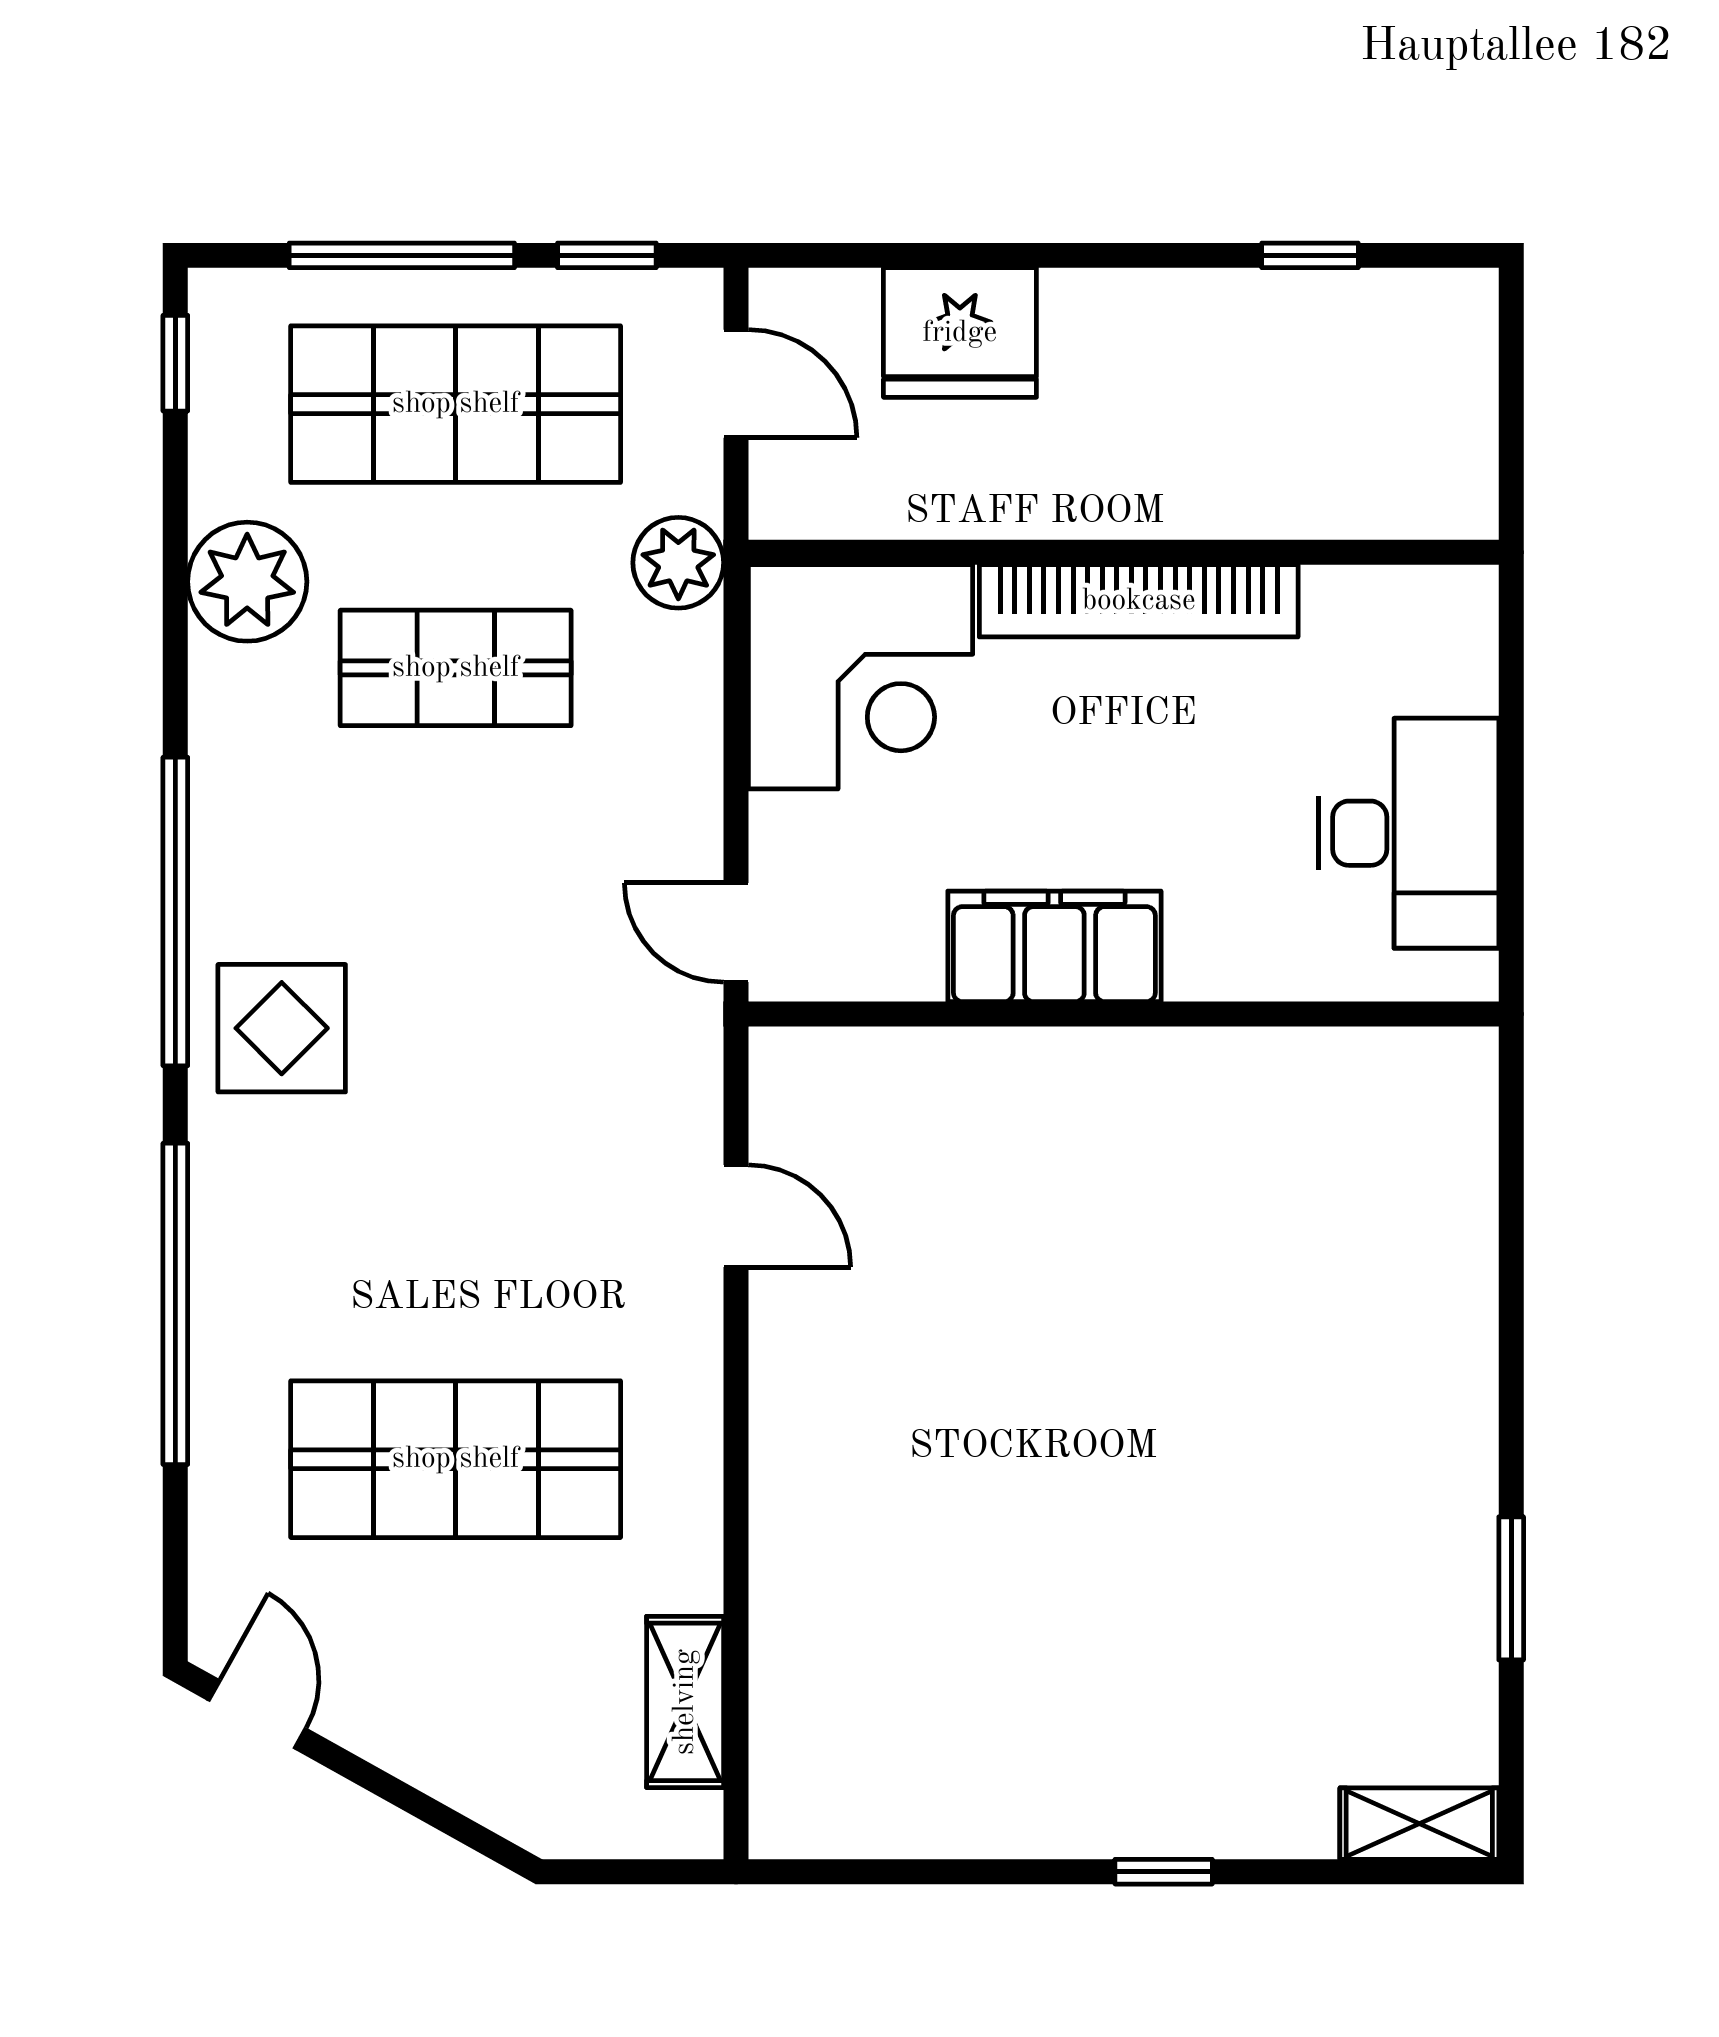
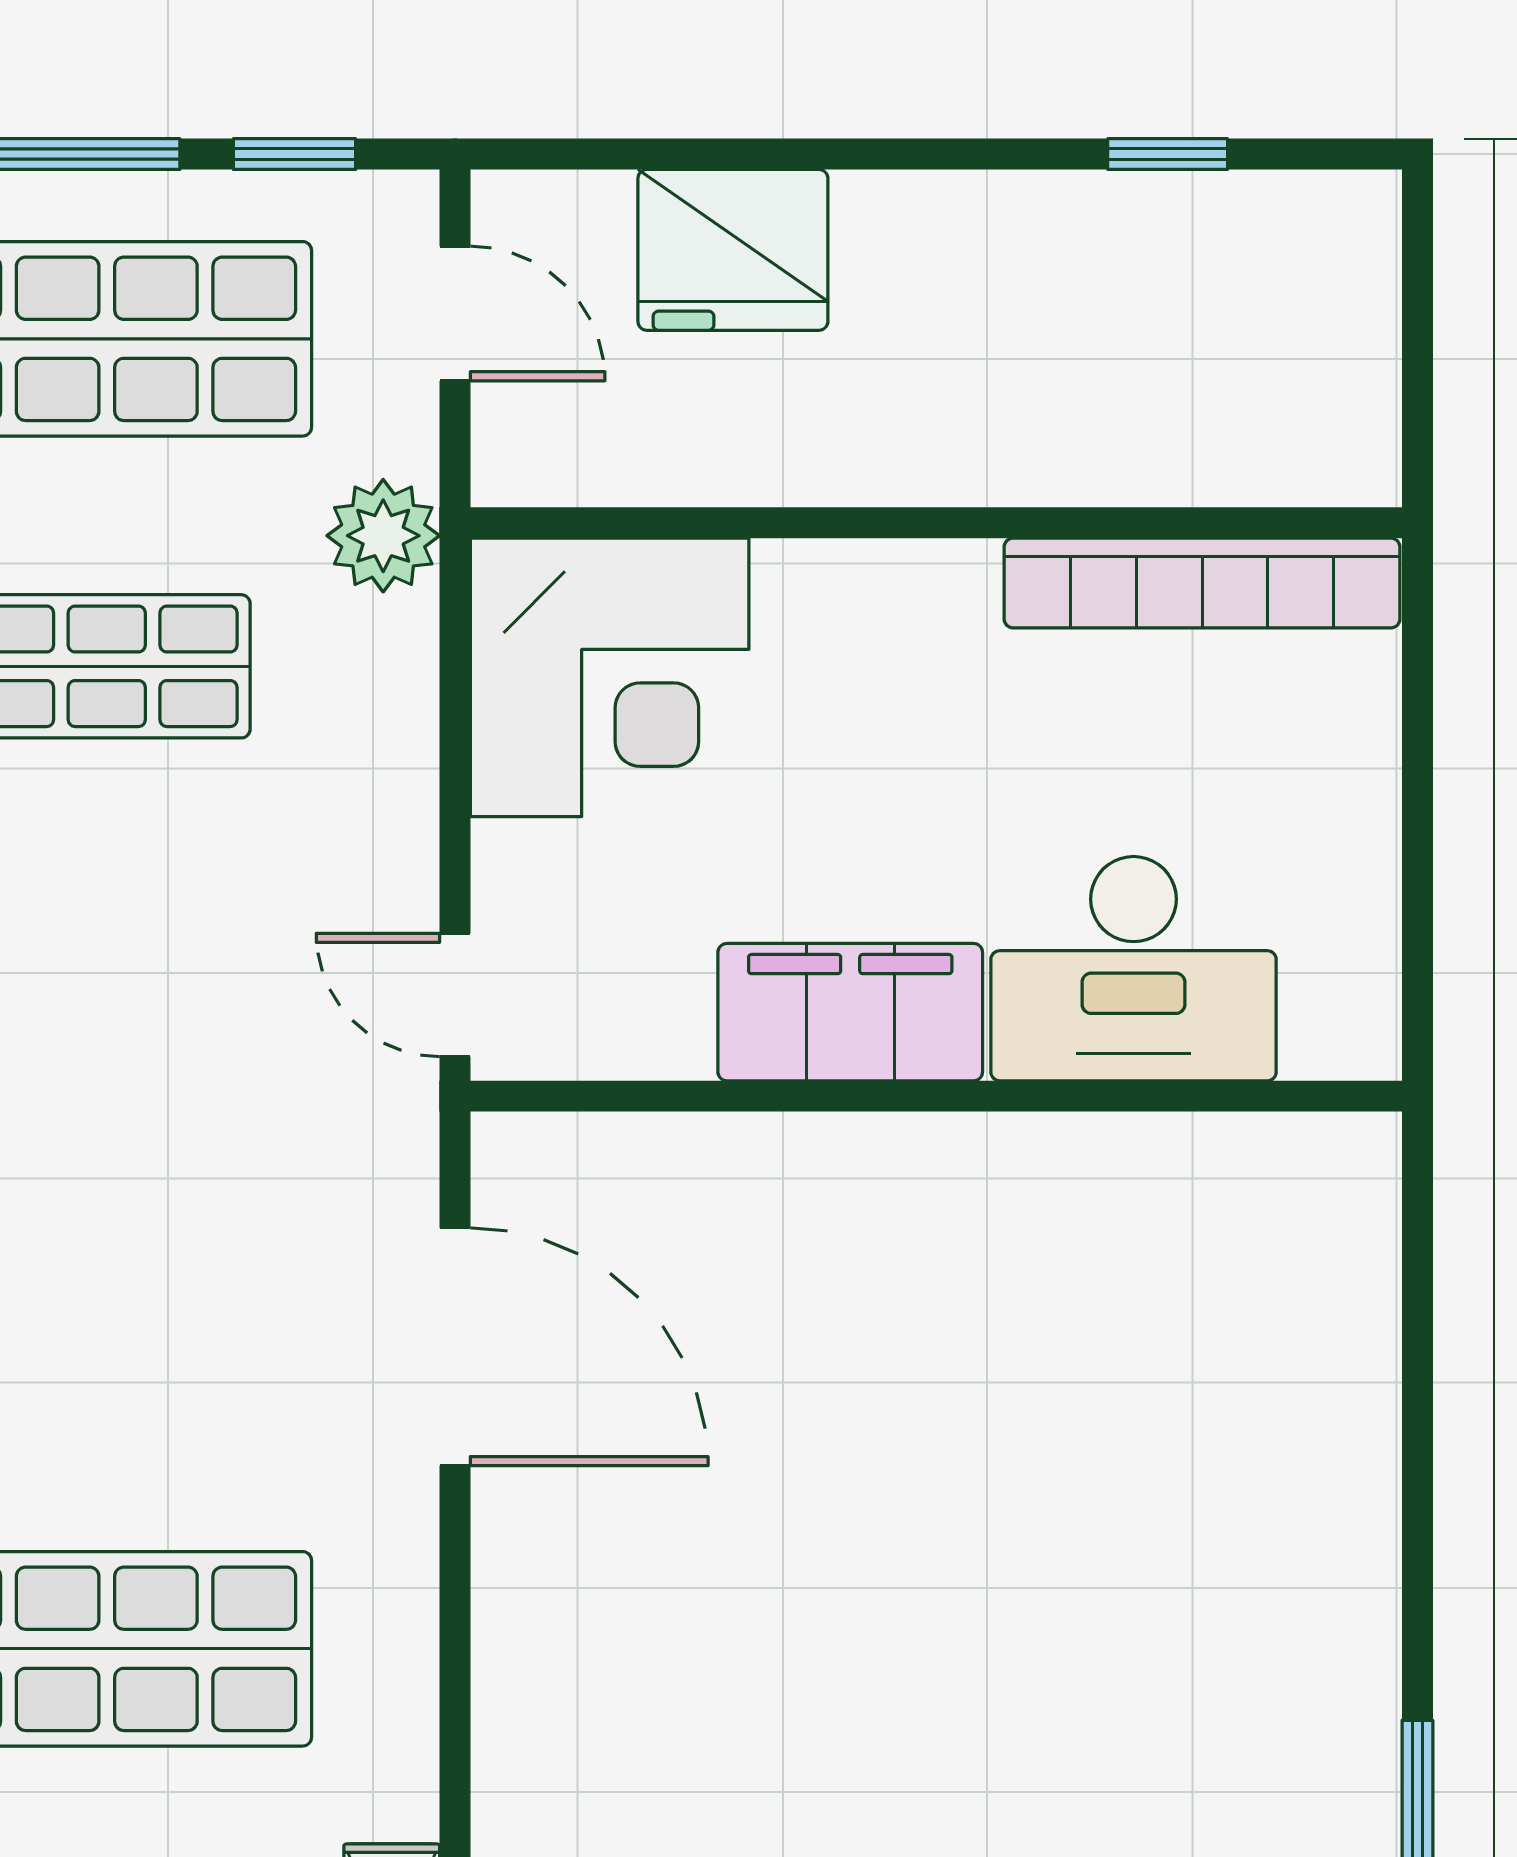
bookcase: (1139, 601) -> (1202, 583), moved
desk: (1409, 833) -> (1134, 969), moved, turned 90
door: (736, 1216) -> (455, 1347), width x1.88

